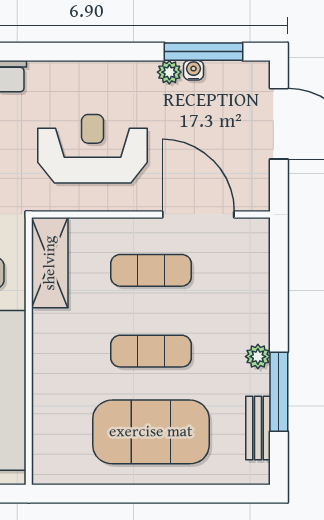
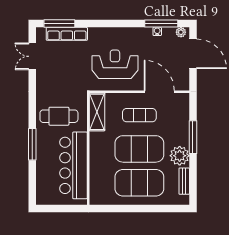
plant: (169, 72) -> (181, 32), moved
exercise mat: (151, 351) -> (139, 149), width x2.00, depth x1.45
plant: (258, 357) -> (180, 156), width x1.88, depth x1.88
window: (279, 392) -> (193, 137), moved

